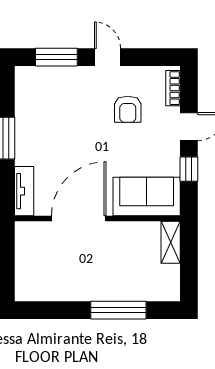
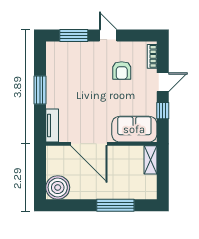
door: (79, 219) -> (89, 144), swing flipped
boiler: (32, 284) -> (58, 187), added

